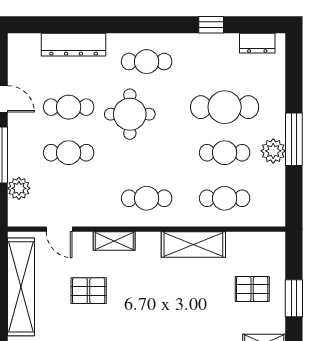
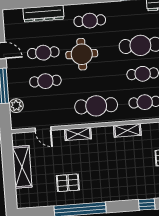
cafe table: (147, 198) -> (96, 106), width x1.37, depth x1.35
shelving: (193, 244) -> (127, 130), width x0.67, depth x0.75
shelving: (21, 287) -> (22, 167), width x0.68
pallet: (89, 291) -> (68, 183), moved

